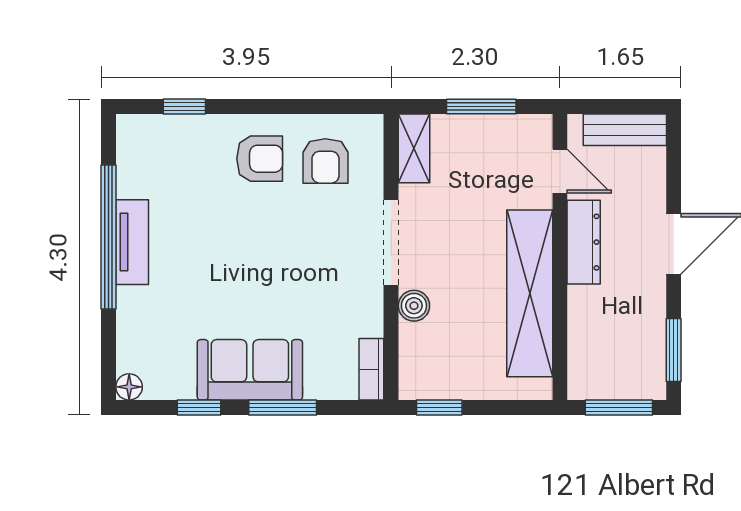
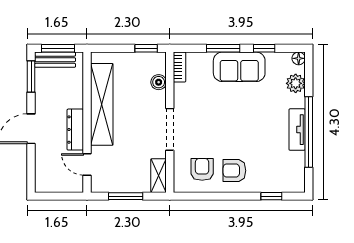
bench: (625, 130) -> (55, 60), moved
boiler: (414, 306) -> (159, 82), moved
plant: (135, 336) -> (296, 83), added

